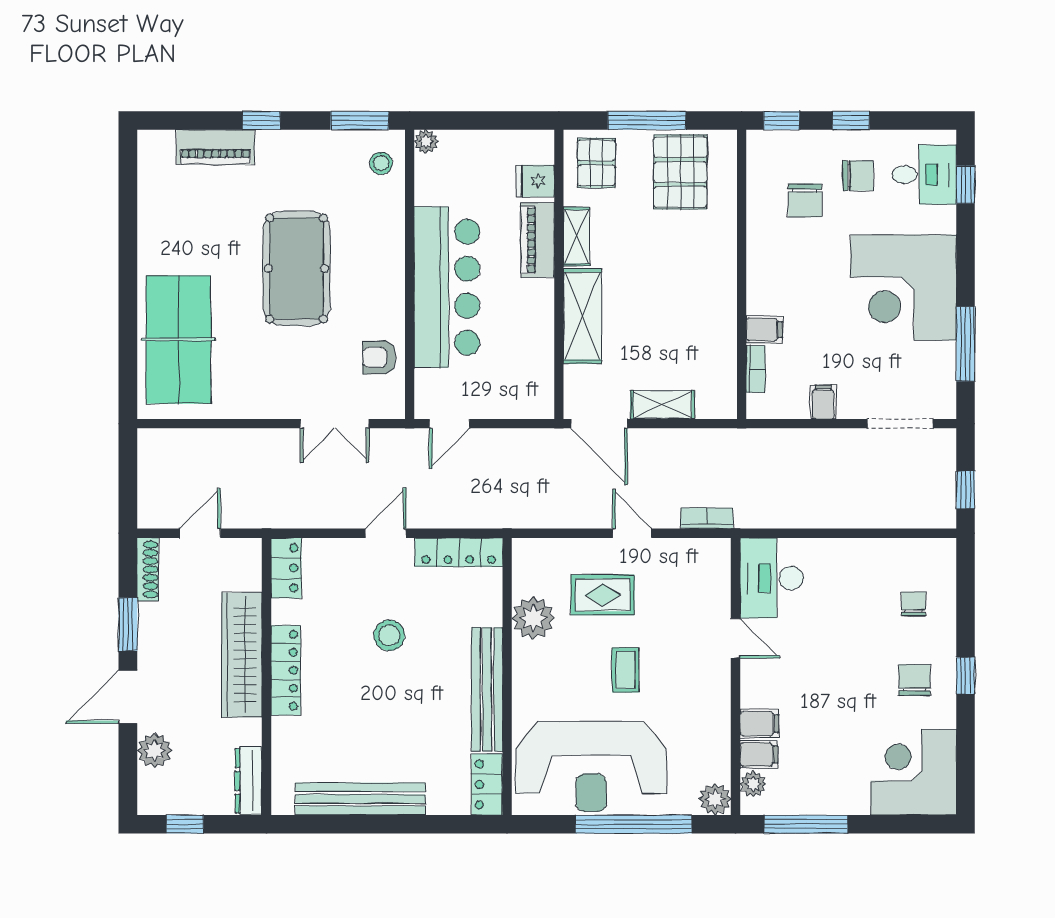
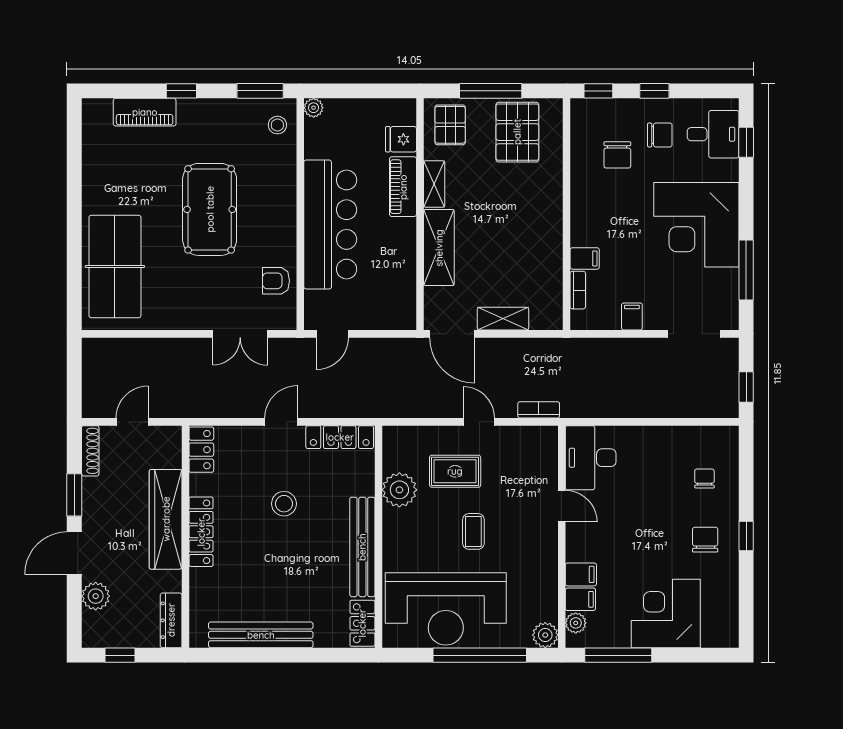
corner desk: (914, 772) -> (666, 613), moved

